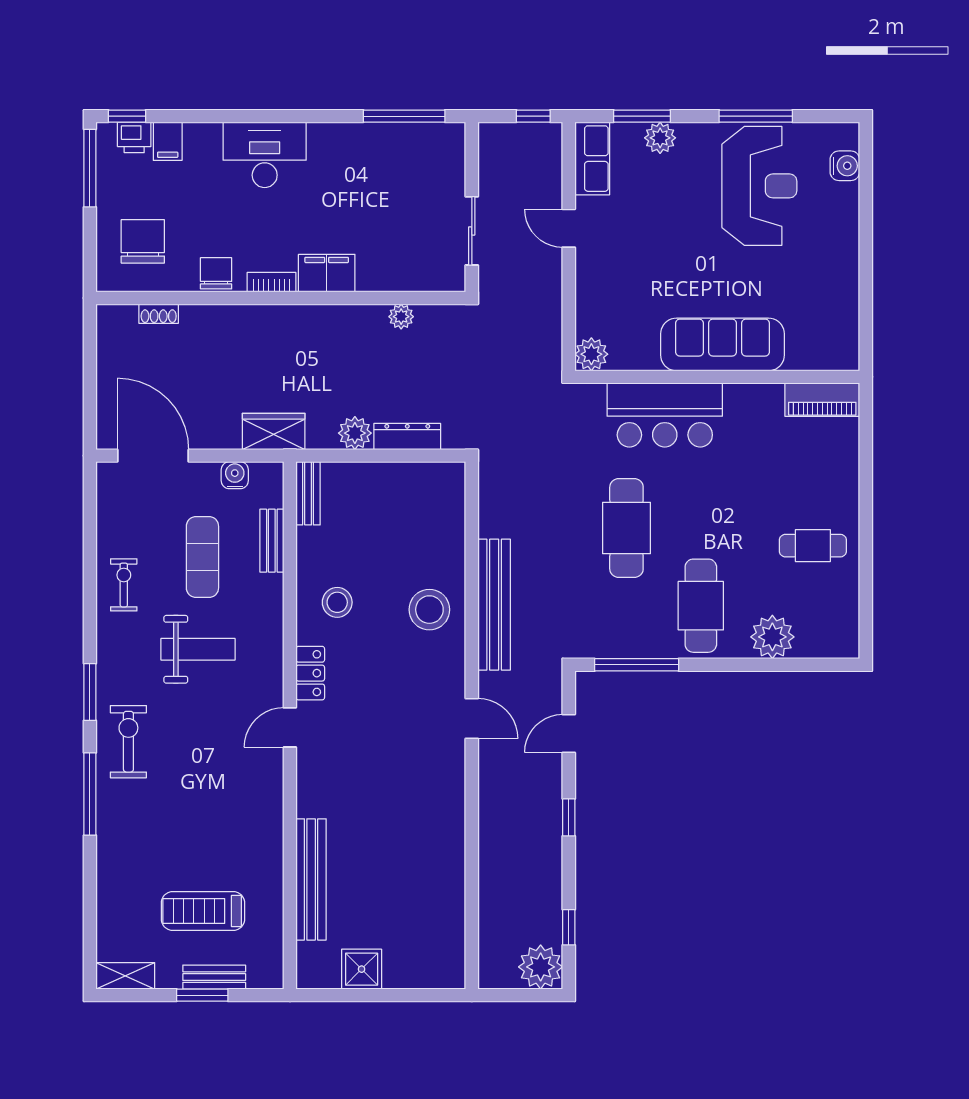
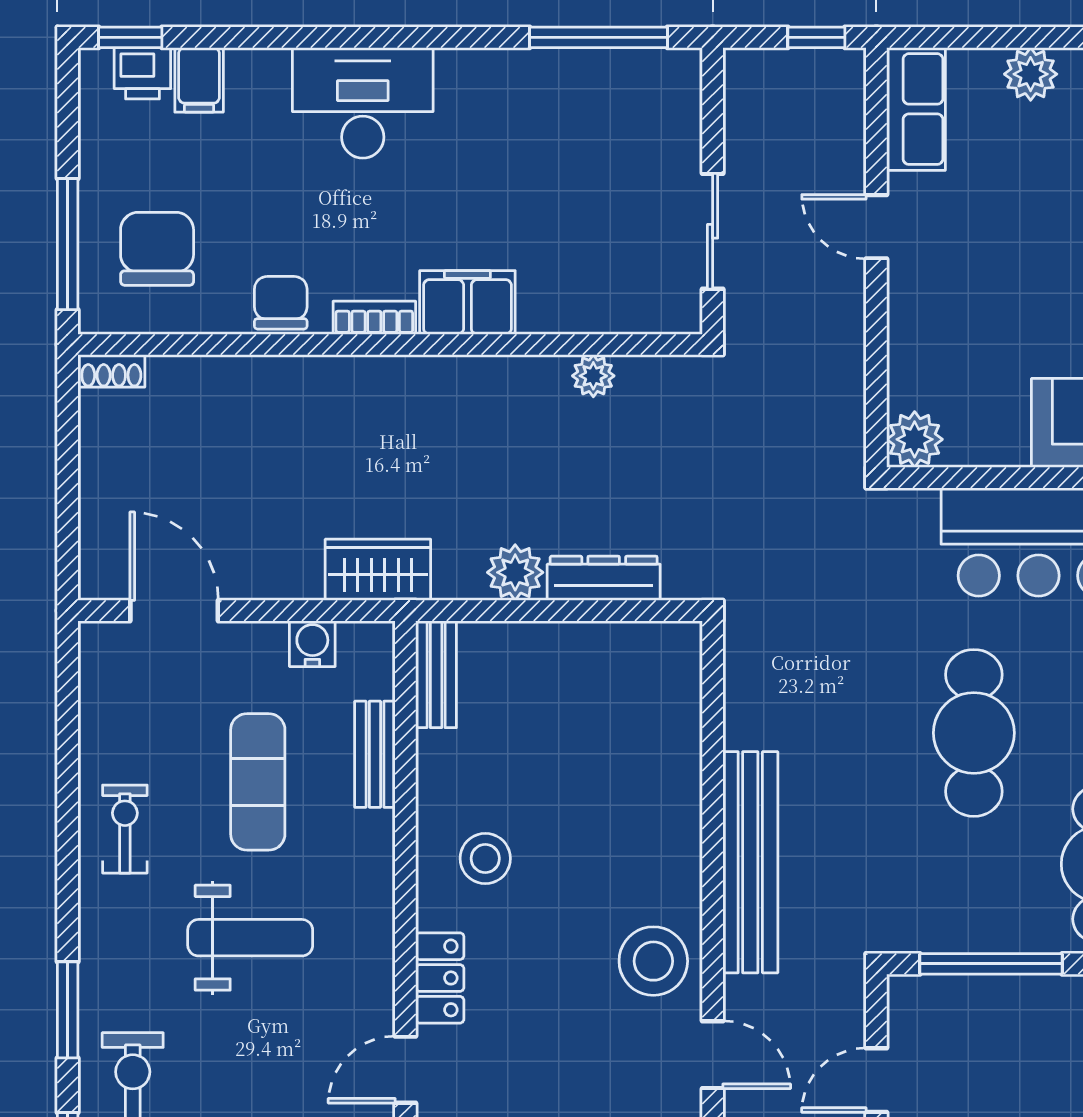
window: (642, 116) -> (1000, 37), removed
window: (90, 168) -> (68, 244), moved
shoe rack: (159, 314) -> (111, 371), moved
door: (153, 456) -> (174, 611), width x0.73
stool: (429, 610) -> (653, 961), moved

